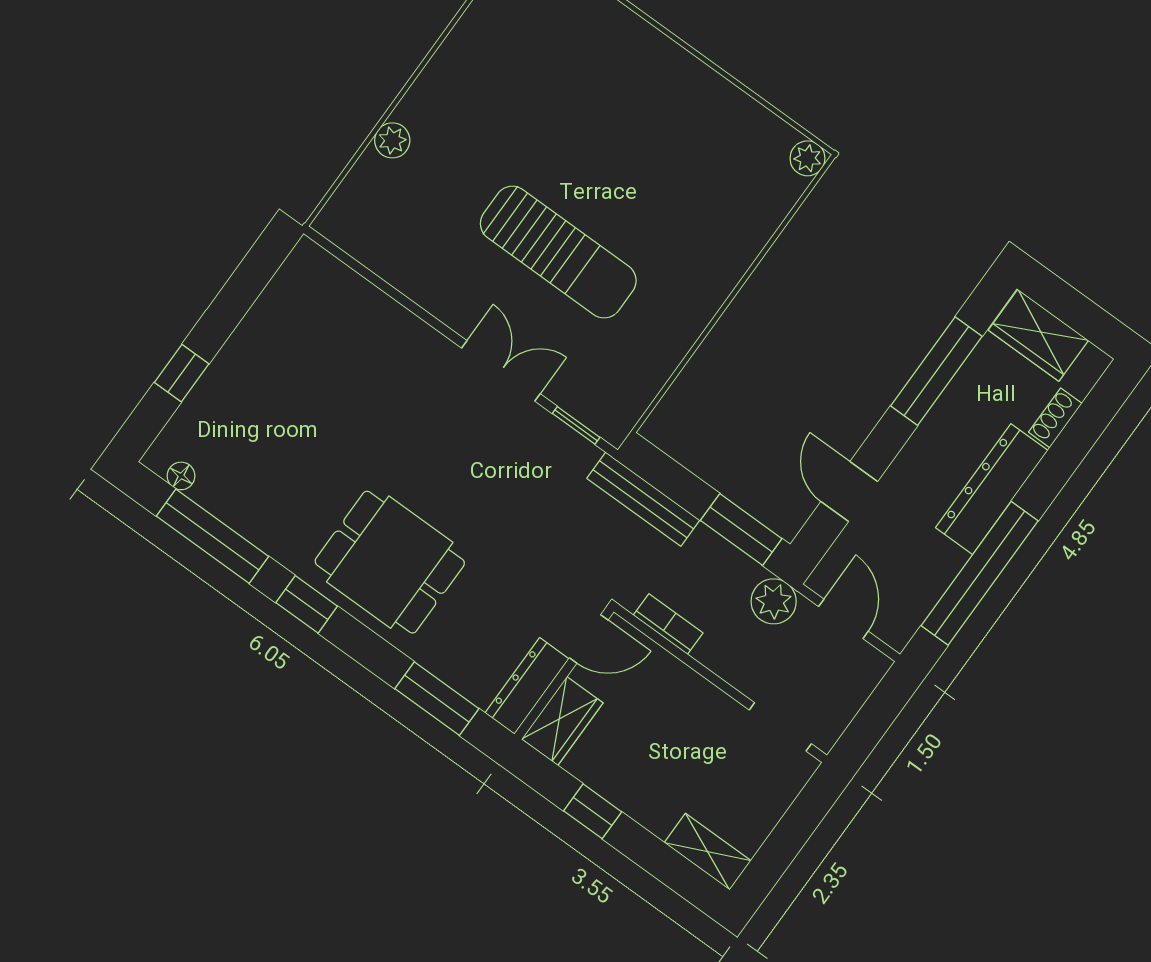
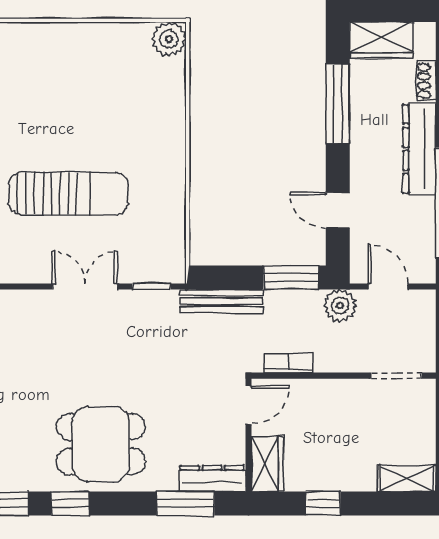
plant: (807, 158) -> (169, 39), width x1.38, depth x1.38
dresser: (527, 686) -> (212, 479), moved, turned 90

